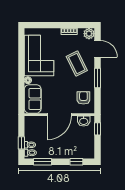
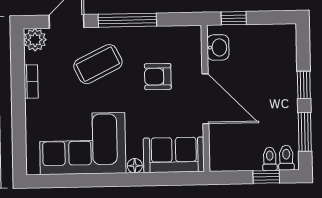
window: (97, 78) -> (127, 20), width x1.44
armchair: (83, 98) -> (158, 77), moved
window: (76, 162) -> (304, 85), moved

